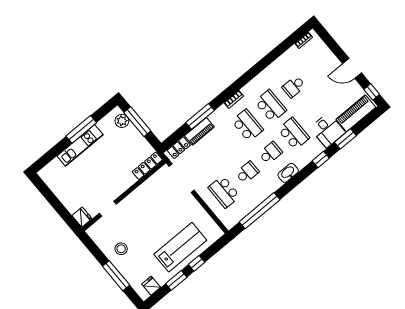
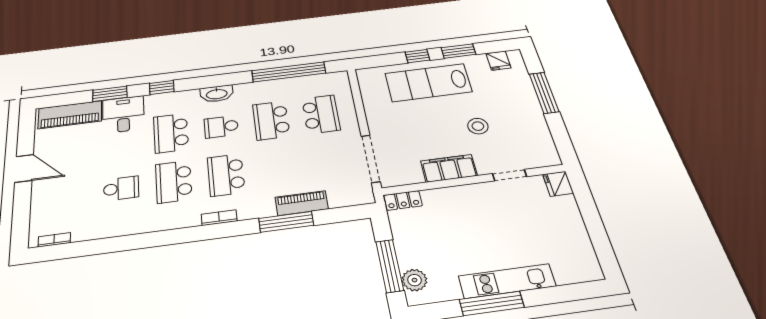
window: (372, 92) -> (27, 128), removed
locker: (179, 148) -> (348, 198), removed
locker: (147, 166) -> (403, 200), width x0.66
school desk: (247, 172) -> (271, 120), width x1.85
filing cabinet: (140, 195) -> (449, 168), added
stool: (121, 249) -> (478, 126), moved

